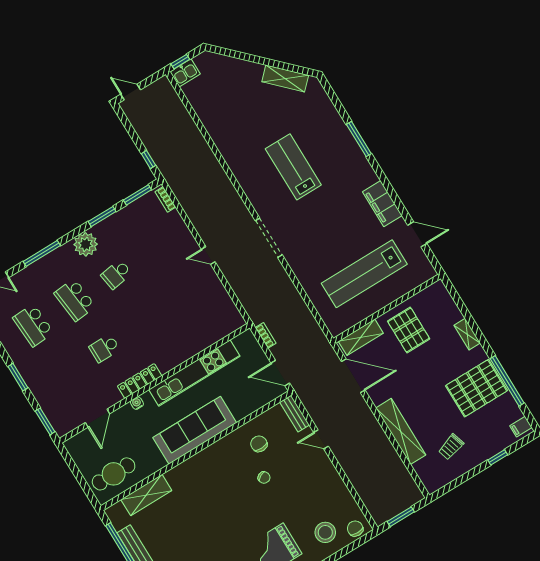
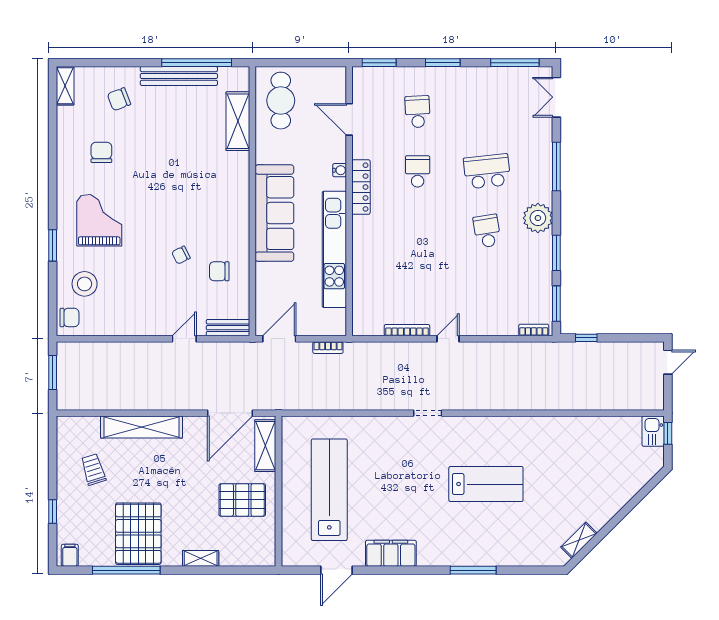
shelving: (285, 78) -> (579, 540), width x0.67, depth x0.75
doorway: (269, 238) -> (428, 413), width x0.53
bookcase: (220, 288) -> (407, 330), added
school desk: (33, 325) -> (418, 112), moved, width x0.54
chair: (259, 444) -> (219, 271), turned 180

